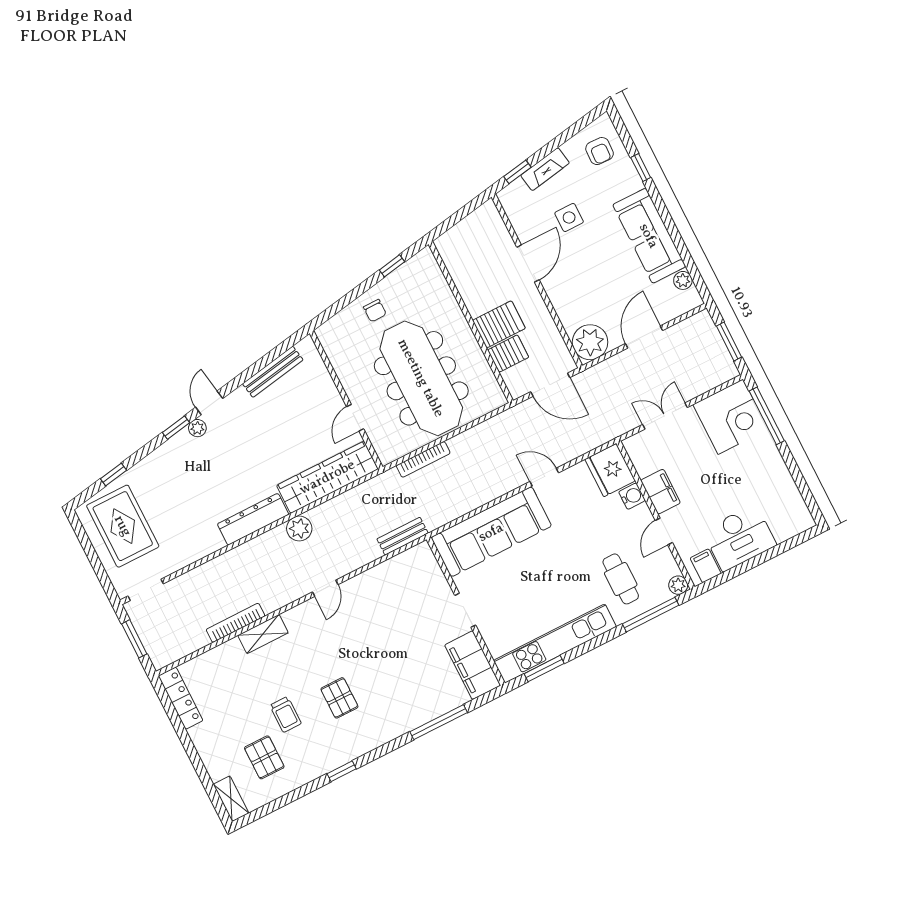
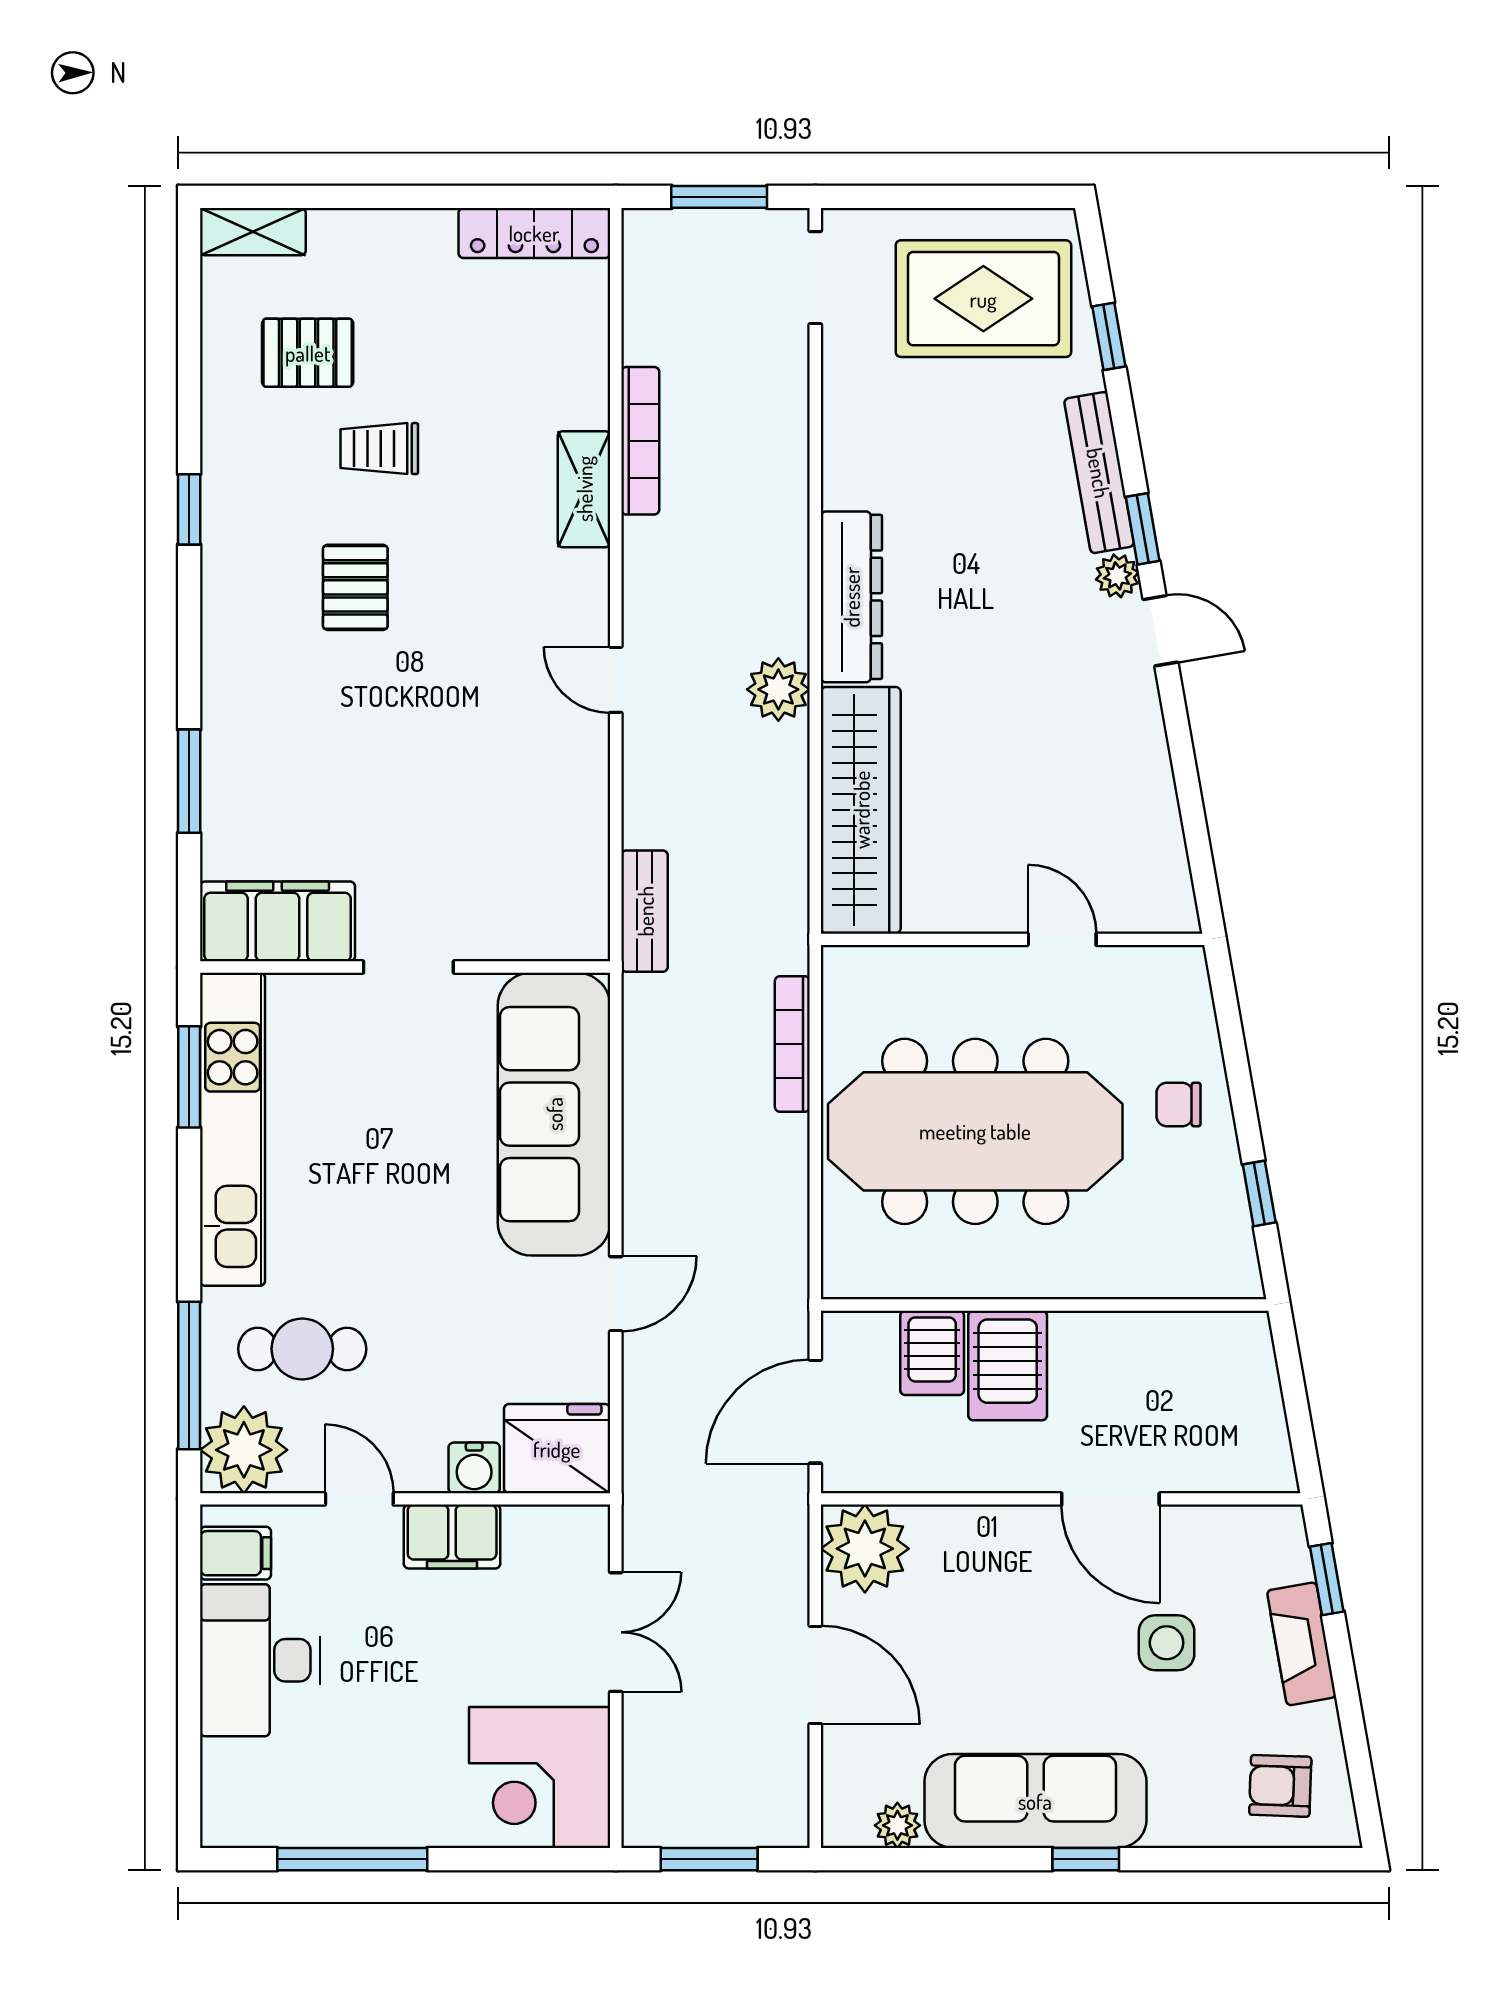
window: (641, 167) -> (1086, 1859), moved
bench: (273, 372) -> (1099, 473), moved
window: (767, 416) -> (352, 1859), moved
door: (355, 418) -> (1062, 939), moved
plant: (678, 585) -> (244, 1450), width x1.88, depth x1.88
pallet: (339, 698) -> (355, 587), turned 90
window: (439, 722) -> (189, 781), width x0.69

